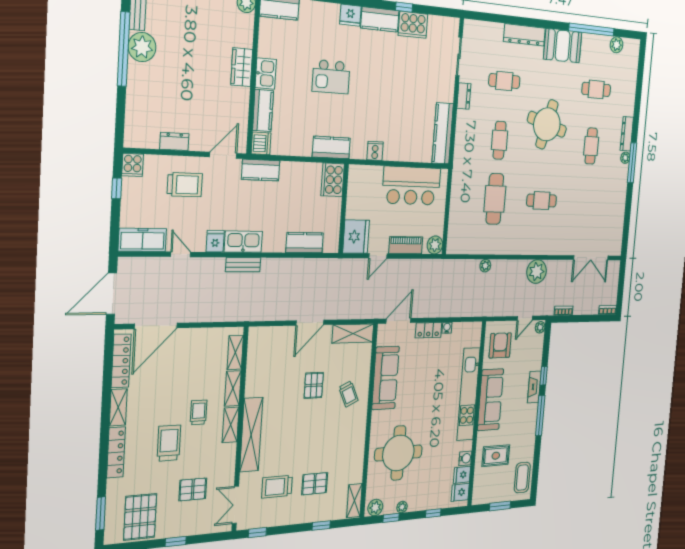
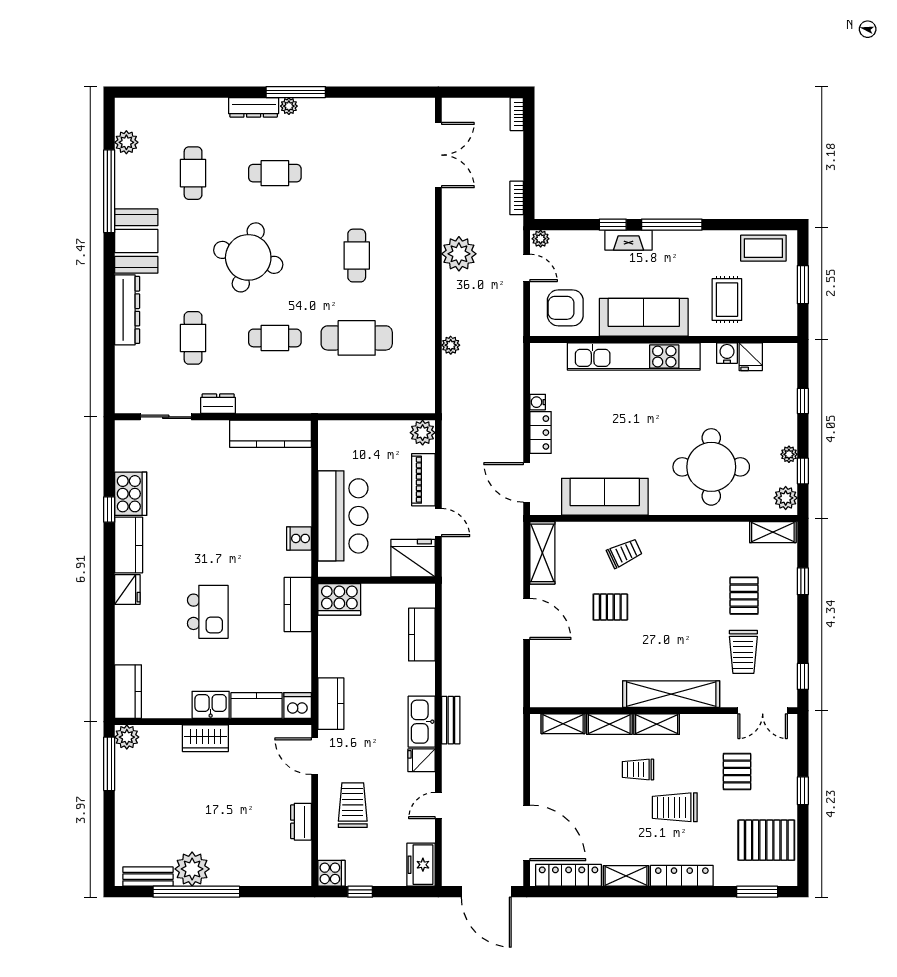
bar counter: (411, 186) -> (343, 516), moved
freezer: (142, 240) -> (421, 865), width x0.71
fridge: (460, 492) -> (776, 357), removed

